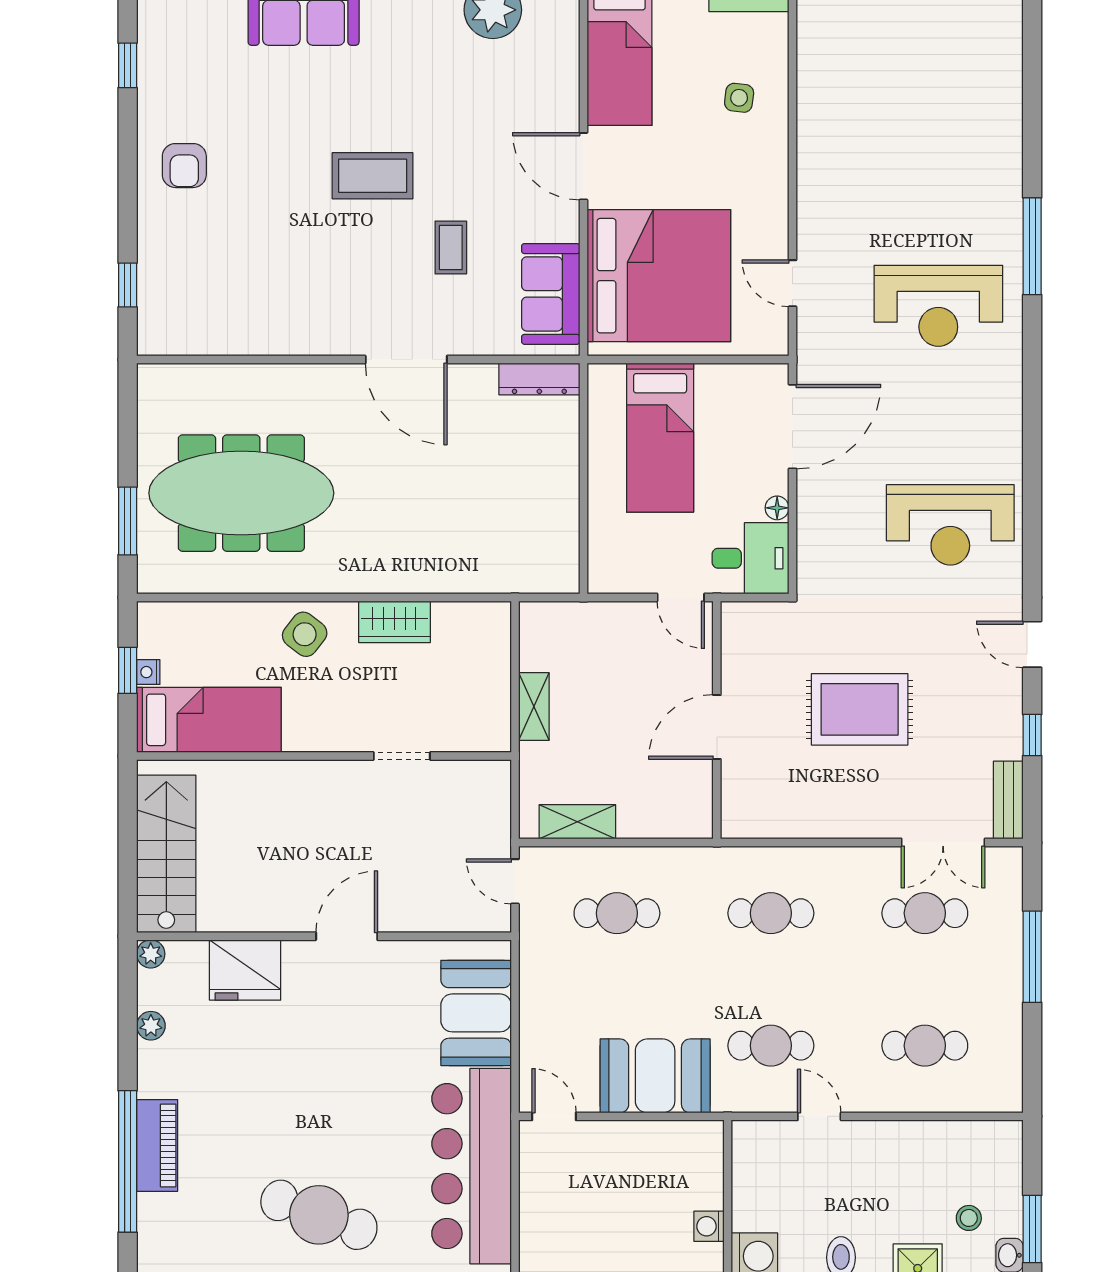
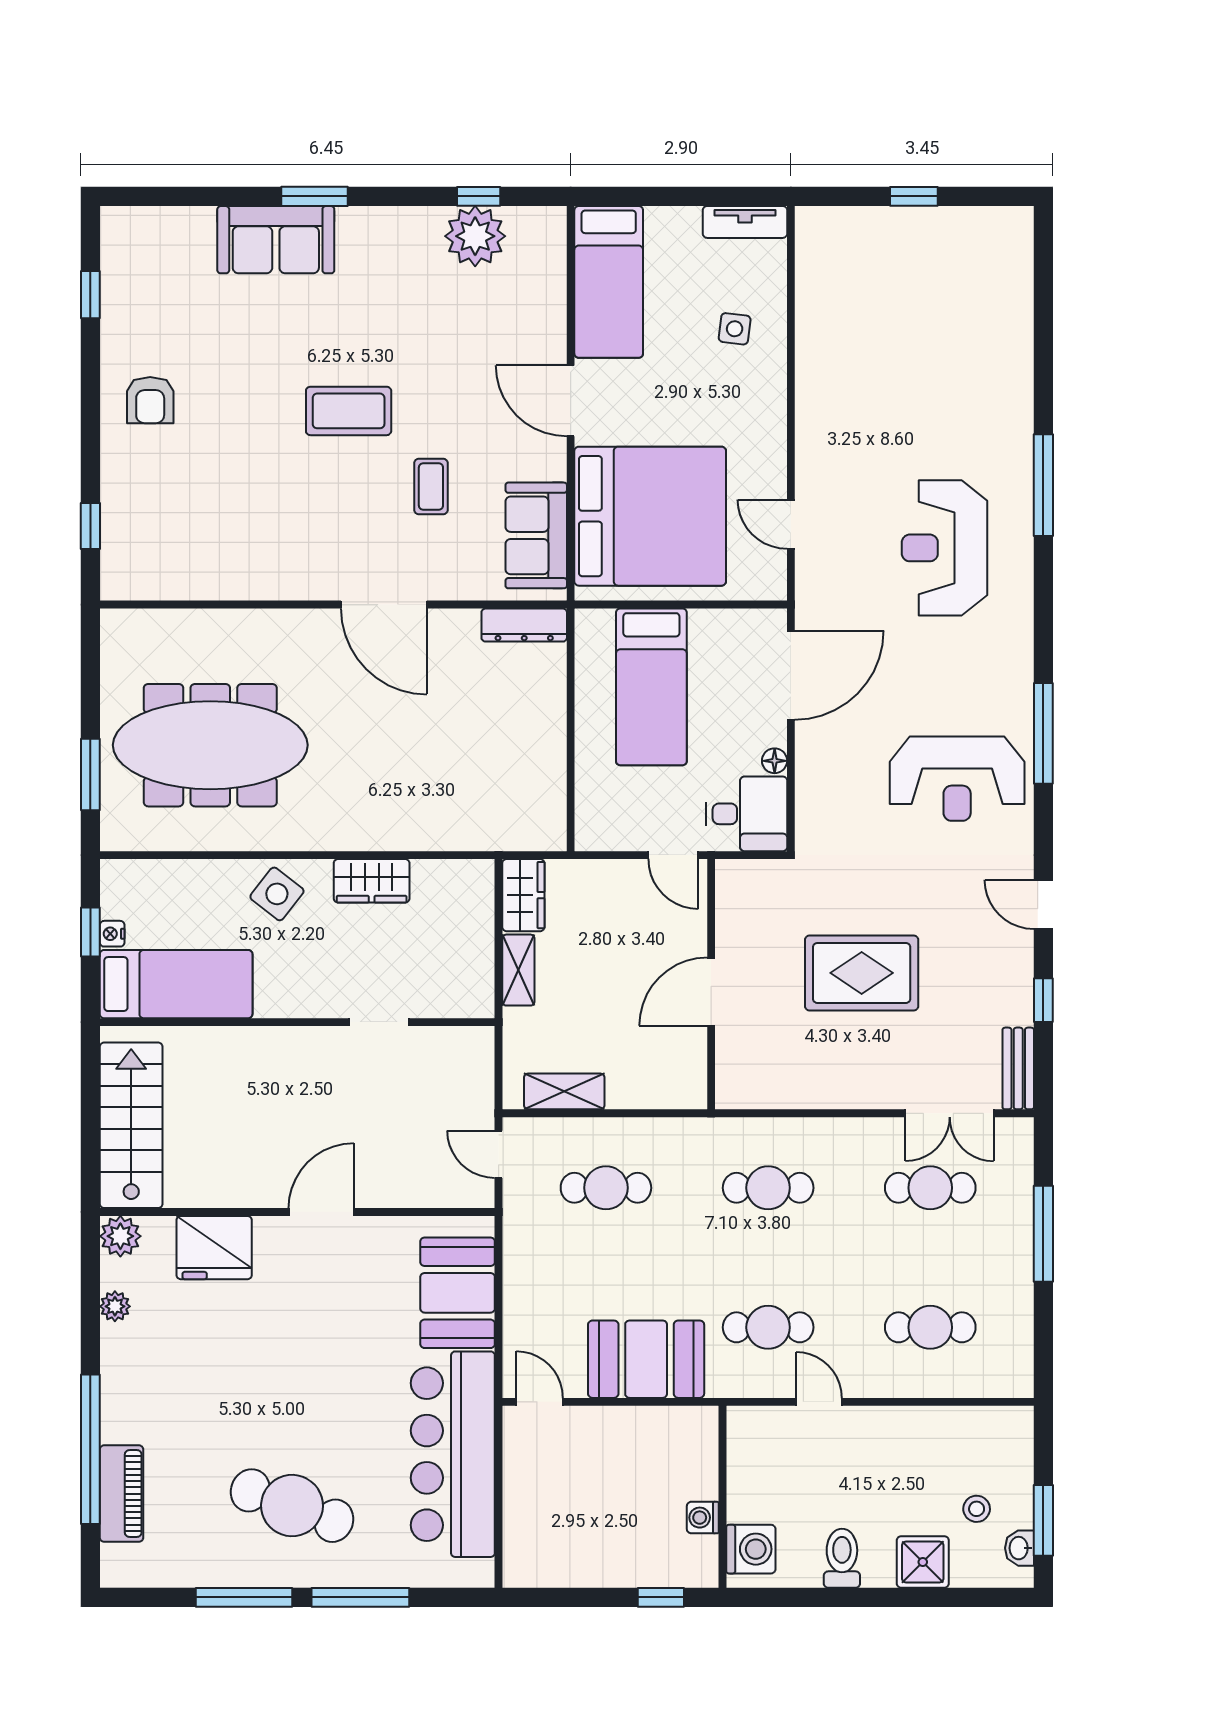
reception desk: (938, 306) -> (944, 548), turned 90
window: (1032, 482) -> (1043, 733), added
wardrobe: (539, 635) -> (523, 895), added
plant: (151, 954) -> (120, 1236), width x1.38, depth x1.38
piano: (157, 1145) -> (122, 1494), moved

